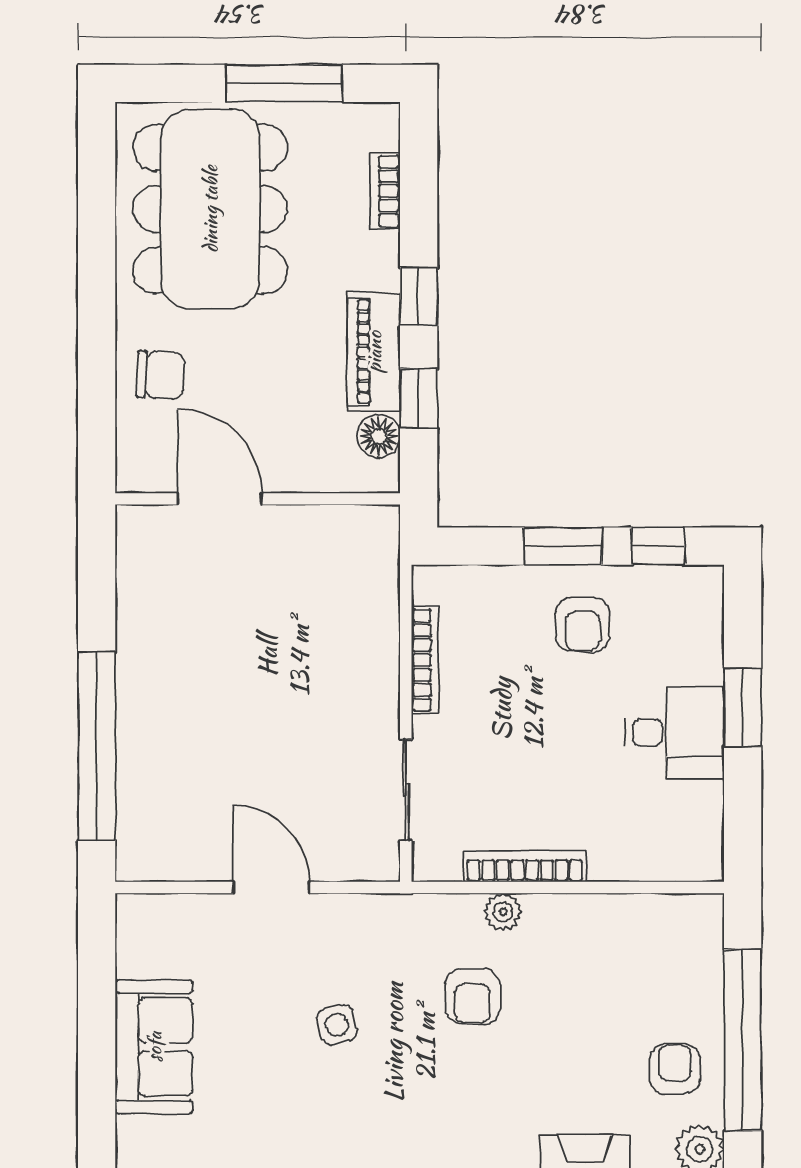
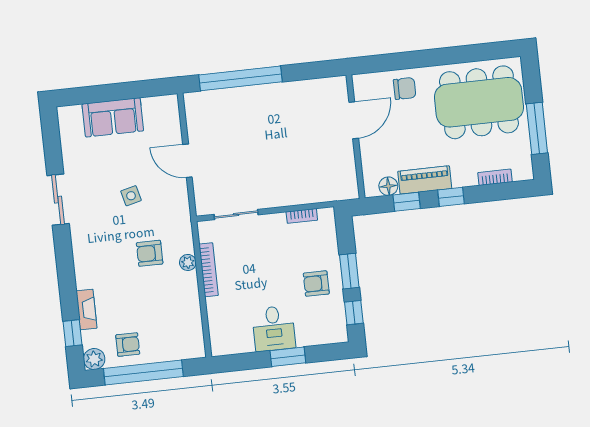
chair: (160, 375) -> (405, 88), turned -93
bookcase: (425, 660) -> (302, 216), width x0.64
door: (271, 887) -> (187, 161), swing flipped

